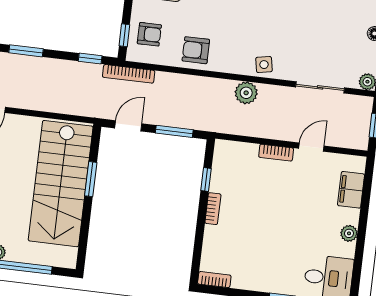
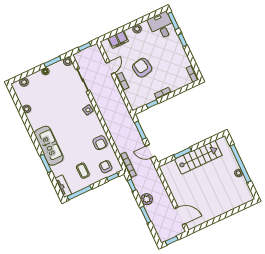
plant: (246, 93) -> (147, 199), moved
door: (311, 147) -> (110, 68), swing flipped
stairs: (61, 184) -> (198, 157), width x0.73, depth x0.66
armchair: (278, 201) -> (142, 68), added

